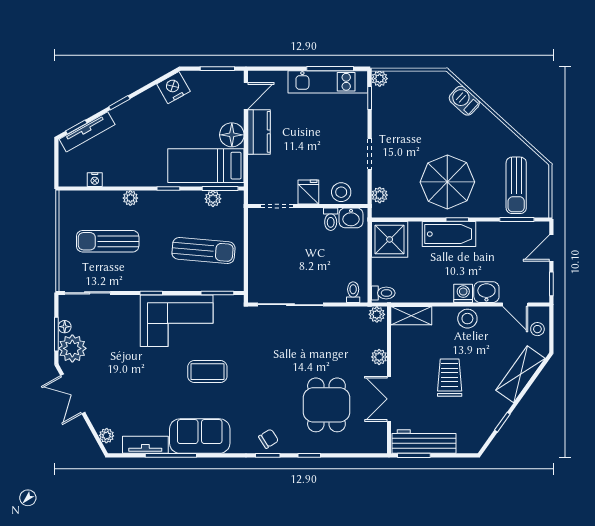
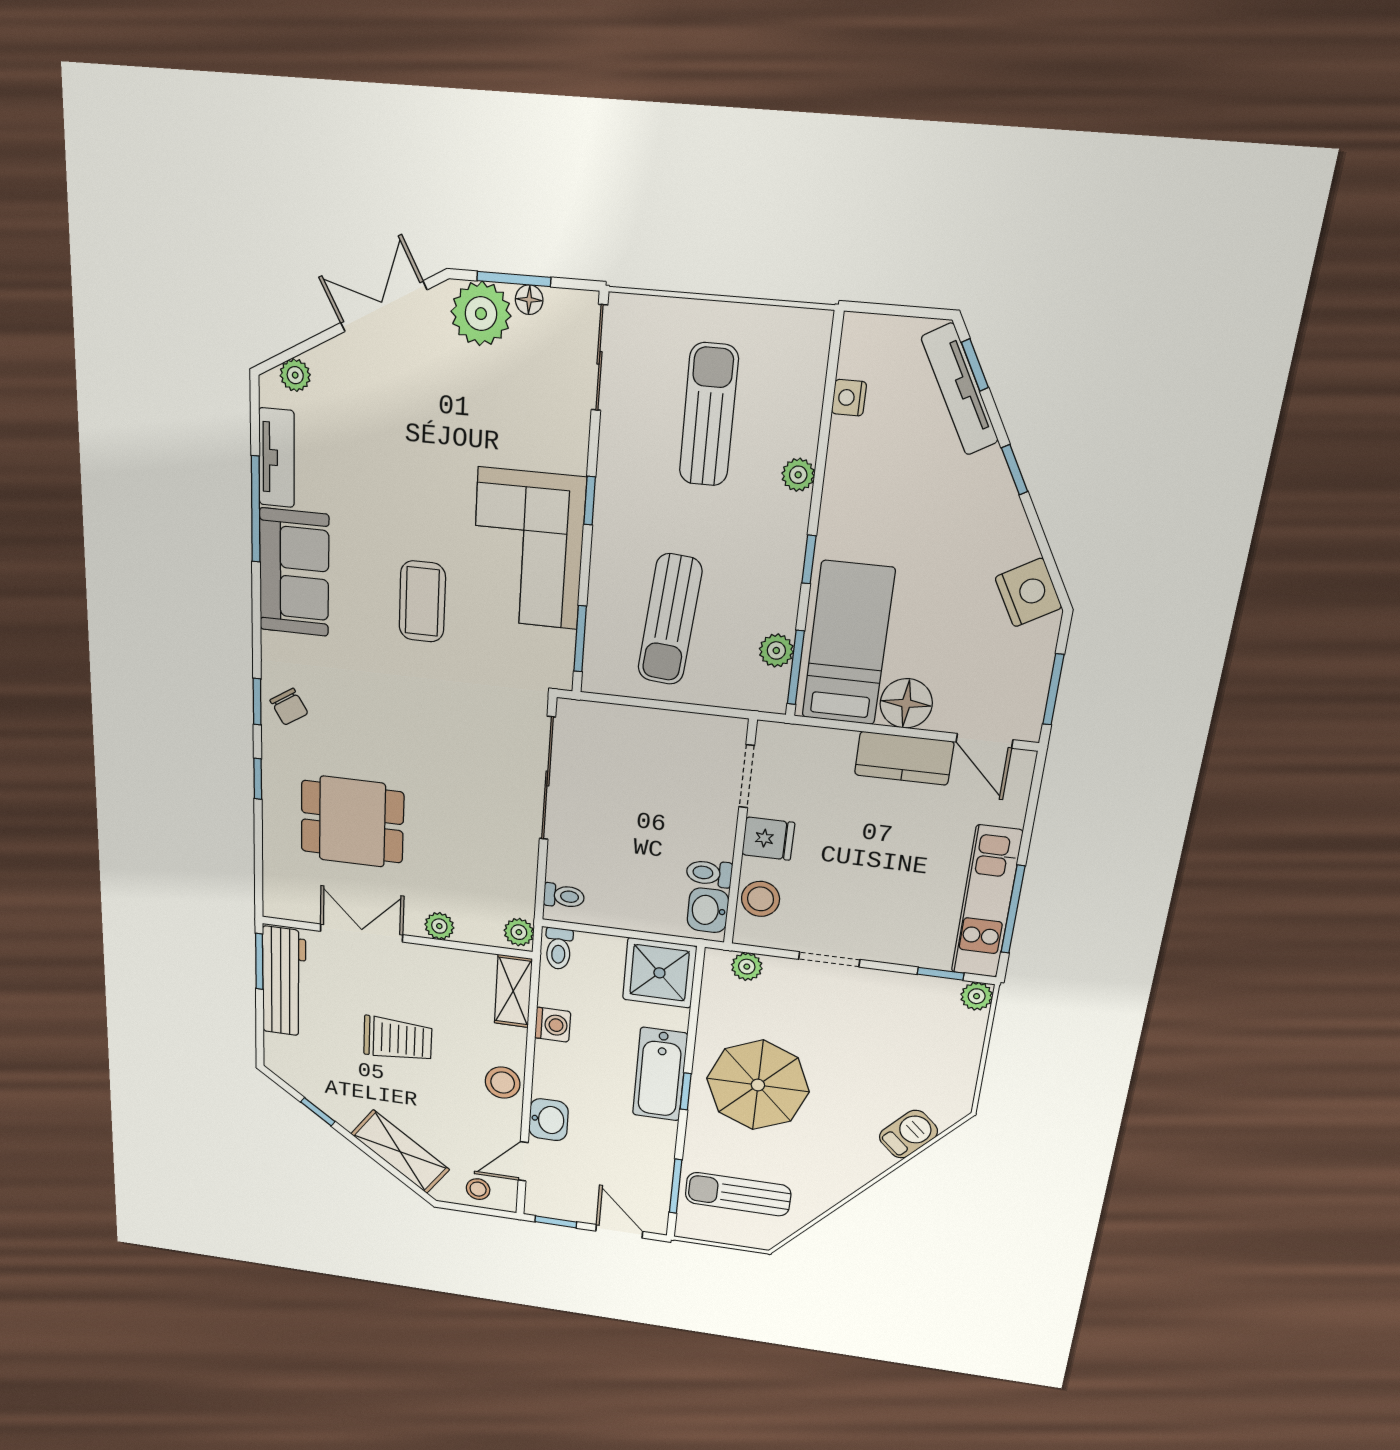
washing machine: (463, 293) -> (553, 1025), moved

